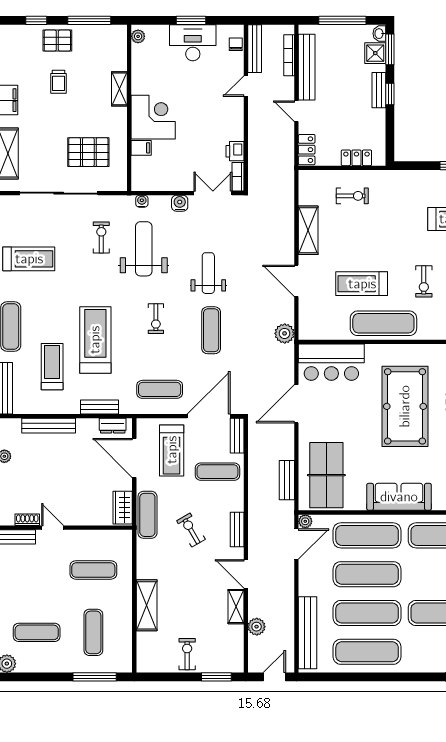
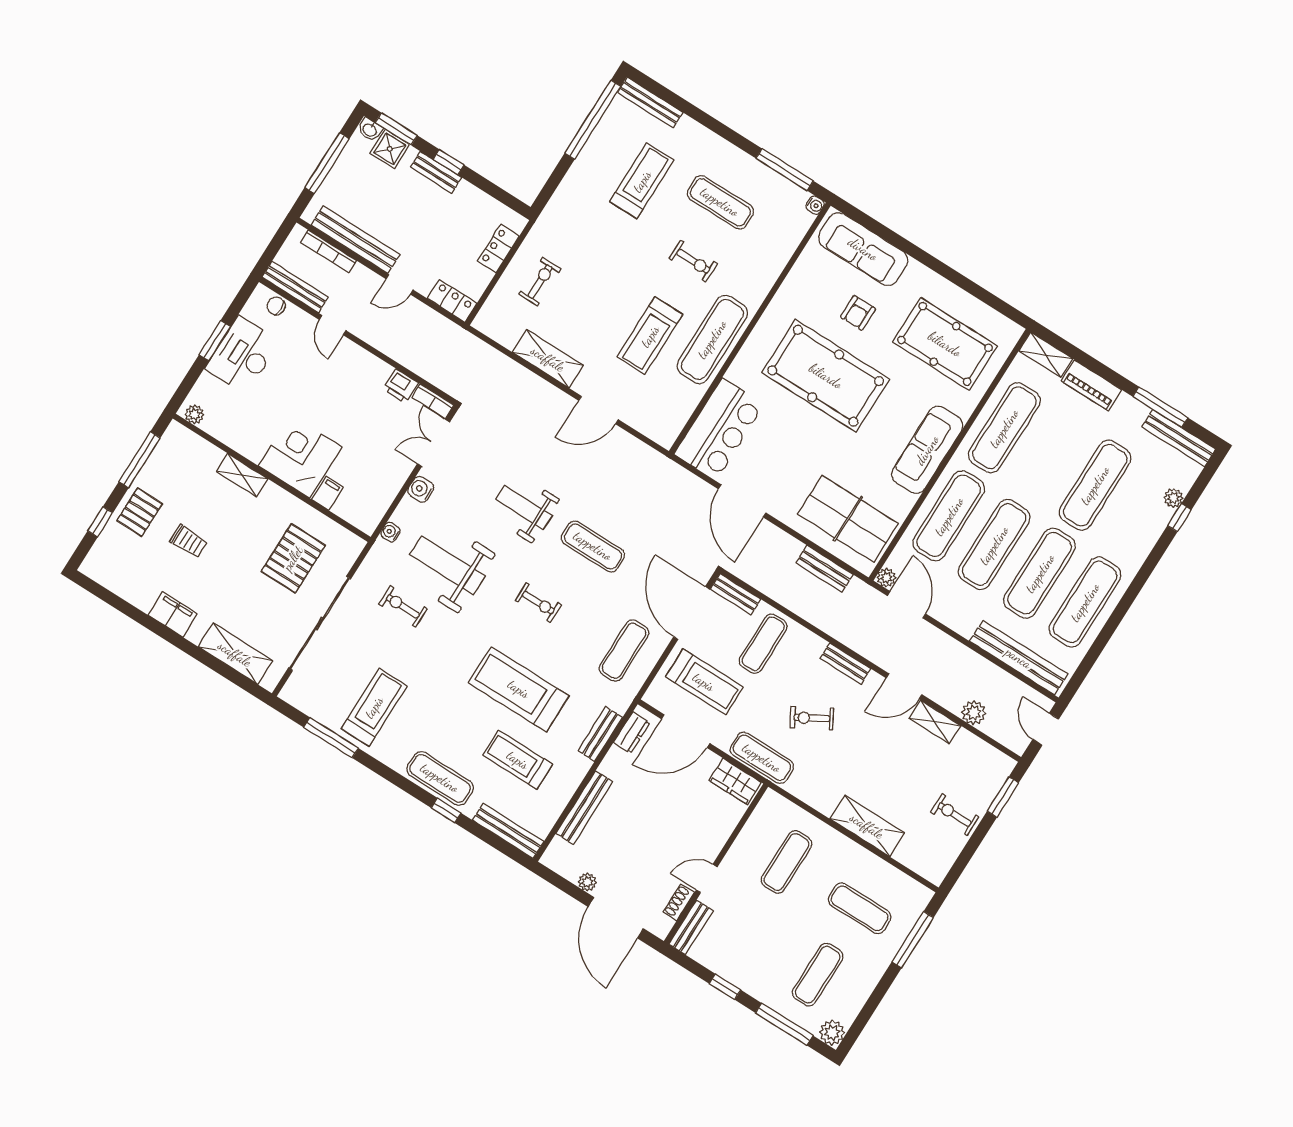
plant: (285, 333) -> (651, 463), removed

